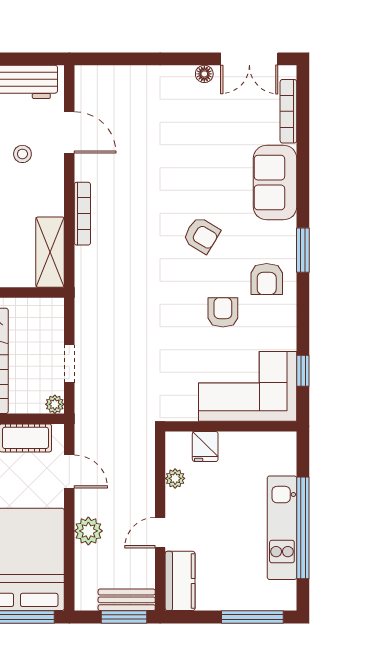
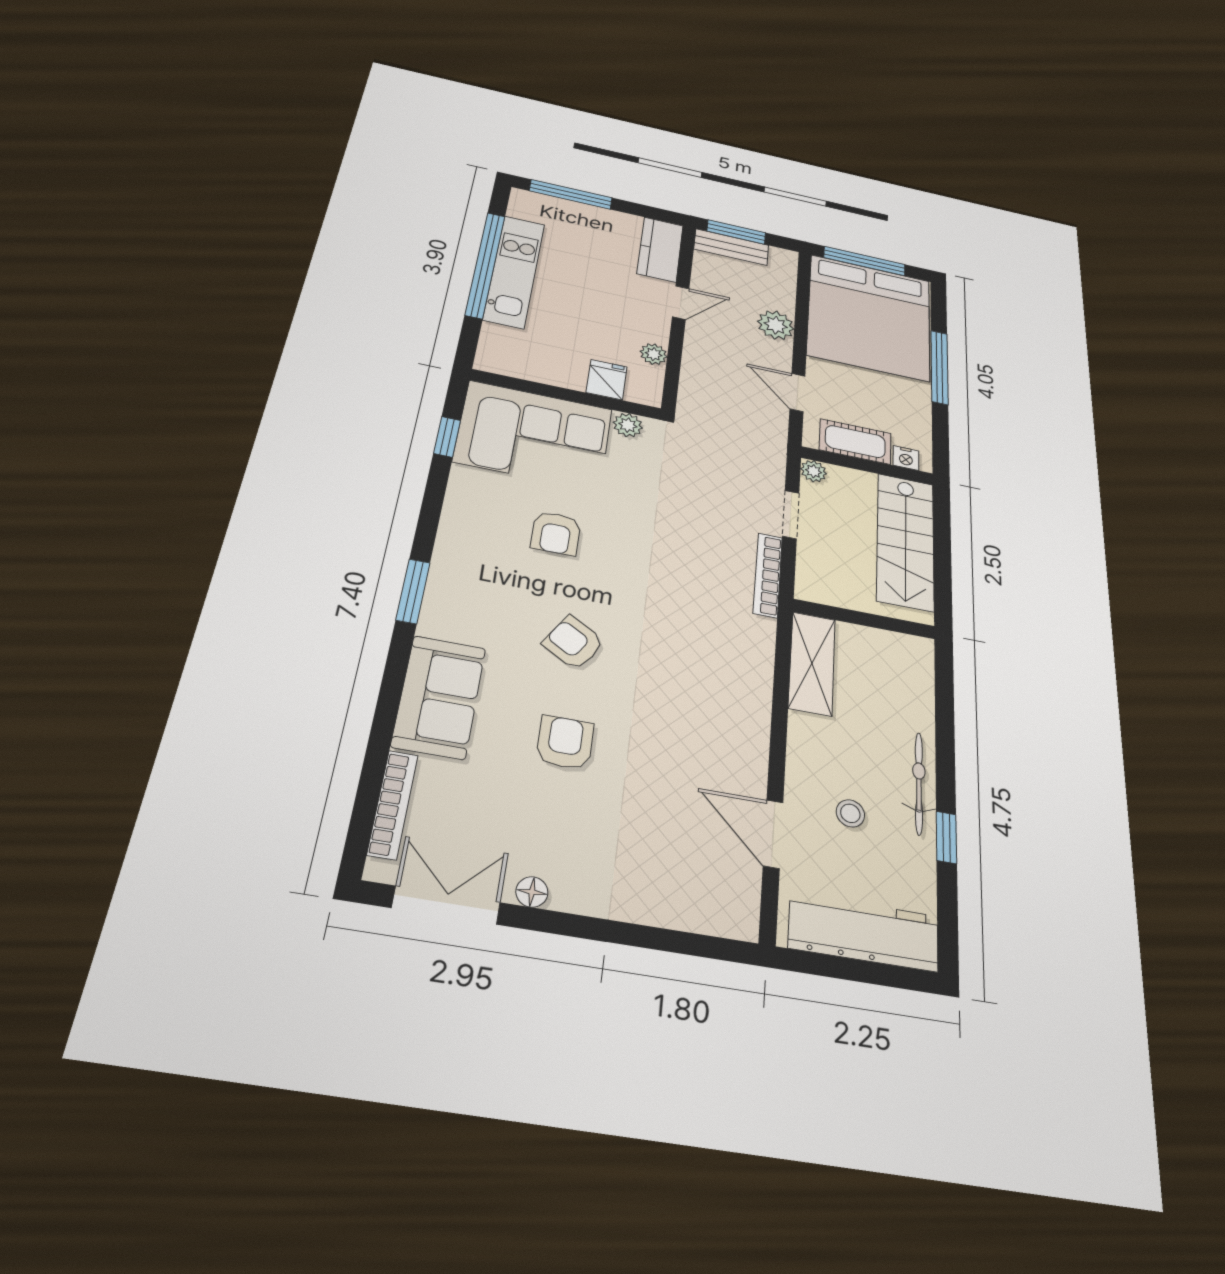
bookcase: (82, 214) -> (768, 575), moved
armchair: (267, 279) -> (565, 743), moved
plant: (186, 411) -> (628, 425), added

